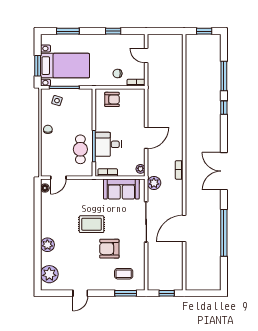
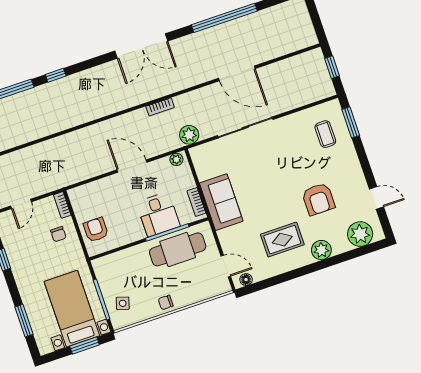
cafe table: (80, 149) -> (178, 249), width x1.37, depth x1.35
sofa: (121, 189) -> (221, 202), moved
rug: (92, 224) -> (282, 240), moved, turned 90
armchair: (109, 249) -> (318, 199), moved
door: (80, 293) -> (376, 198), moved

